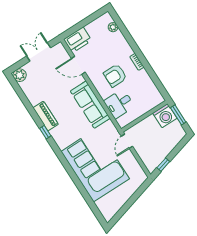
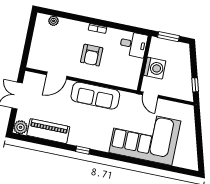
printer: (78, 40) -> (37, 57), removed
desk: (119, 104) -> (133, 44), moved, turned -90
piano: (46, 116) -> (48, 131), moved, width x1.37, depth x1.33
washing machine: (165, 116) -> (155, 68), moved

